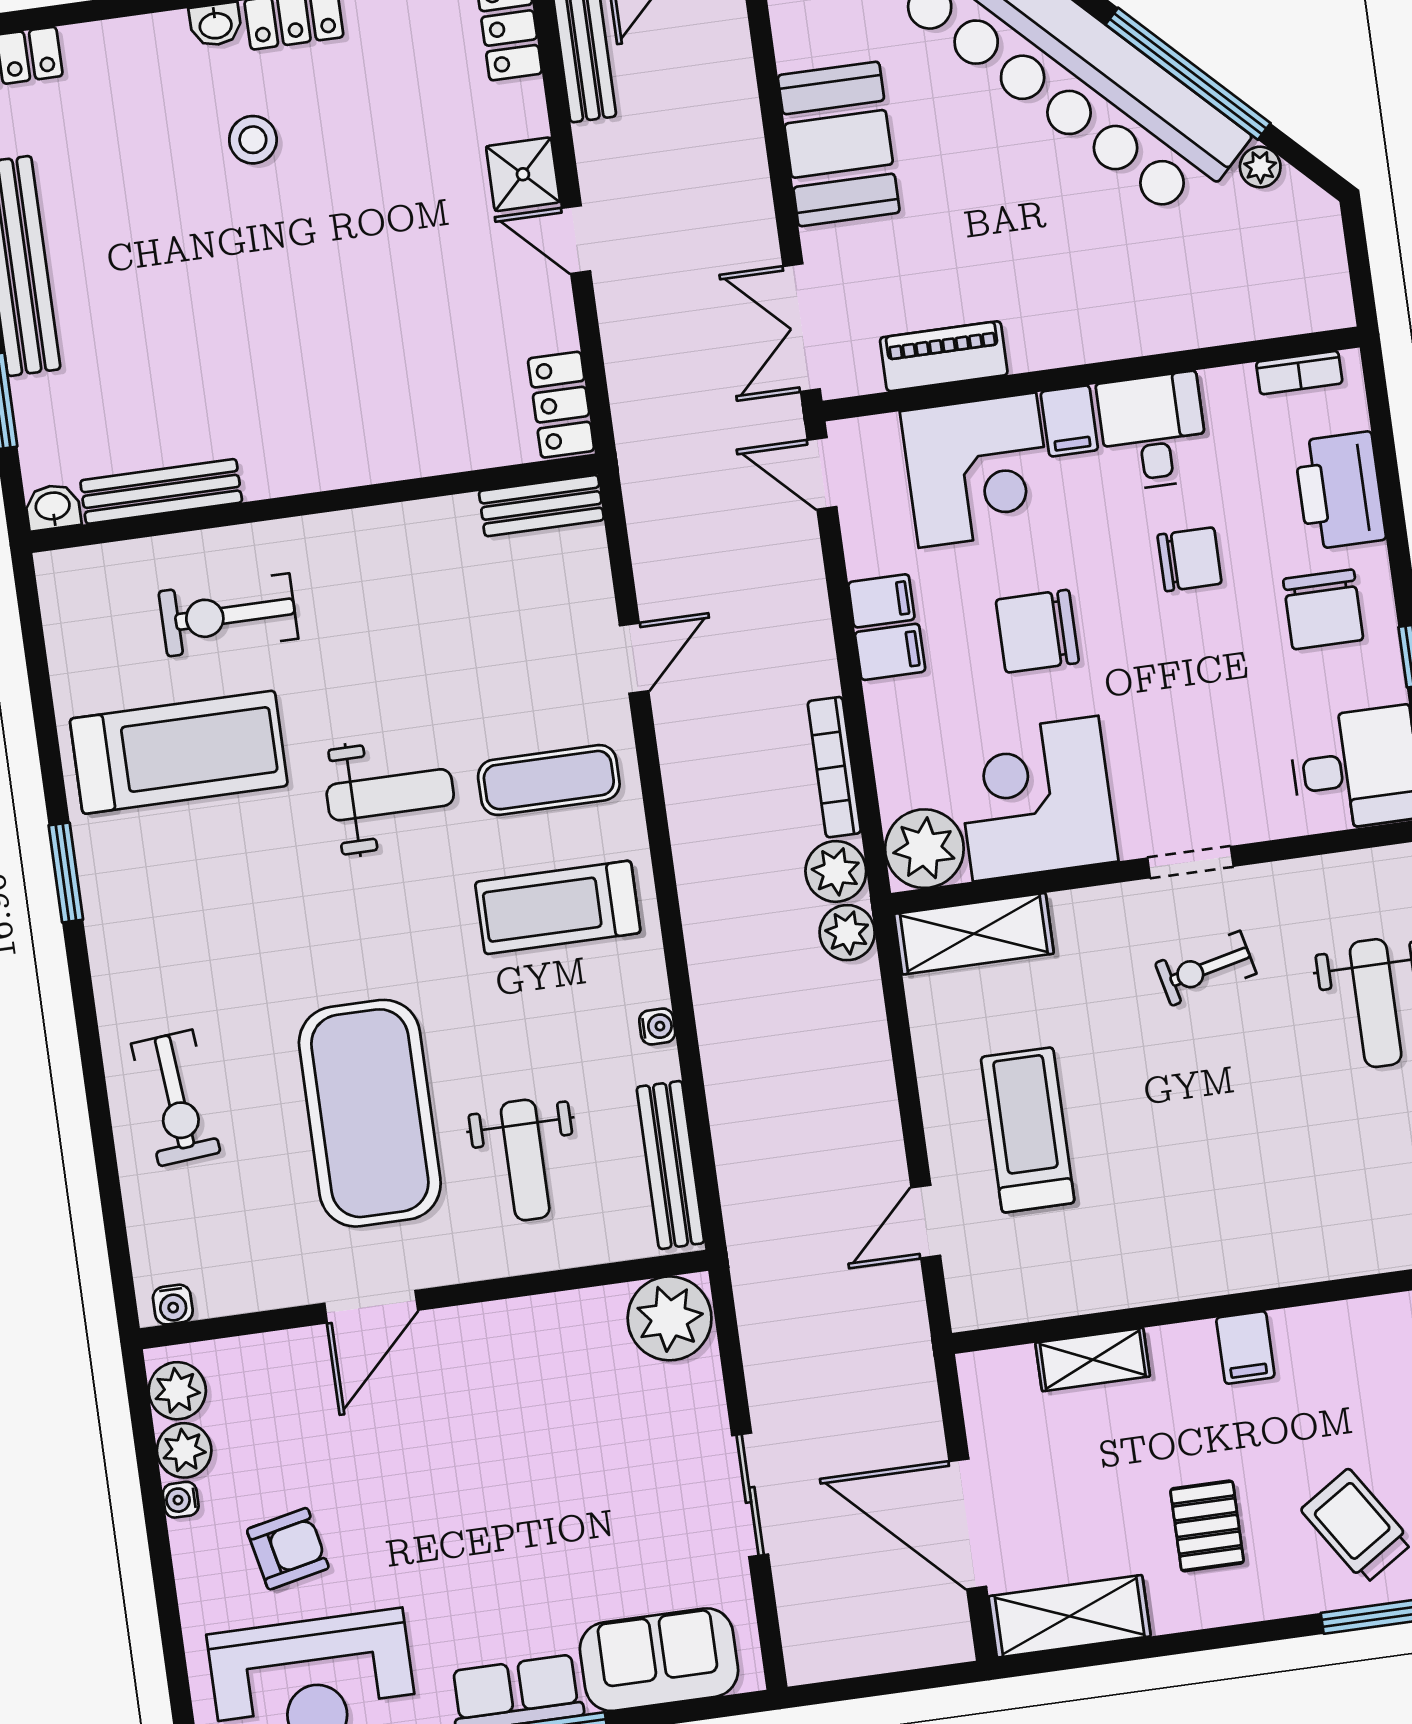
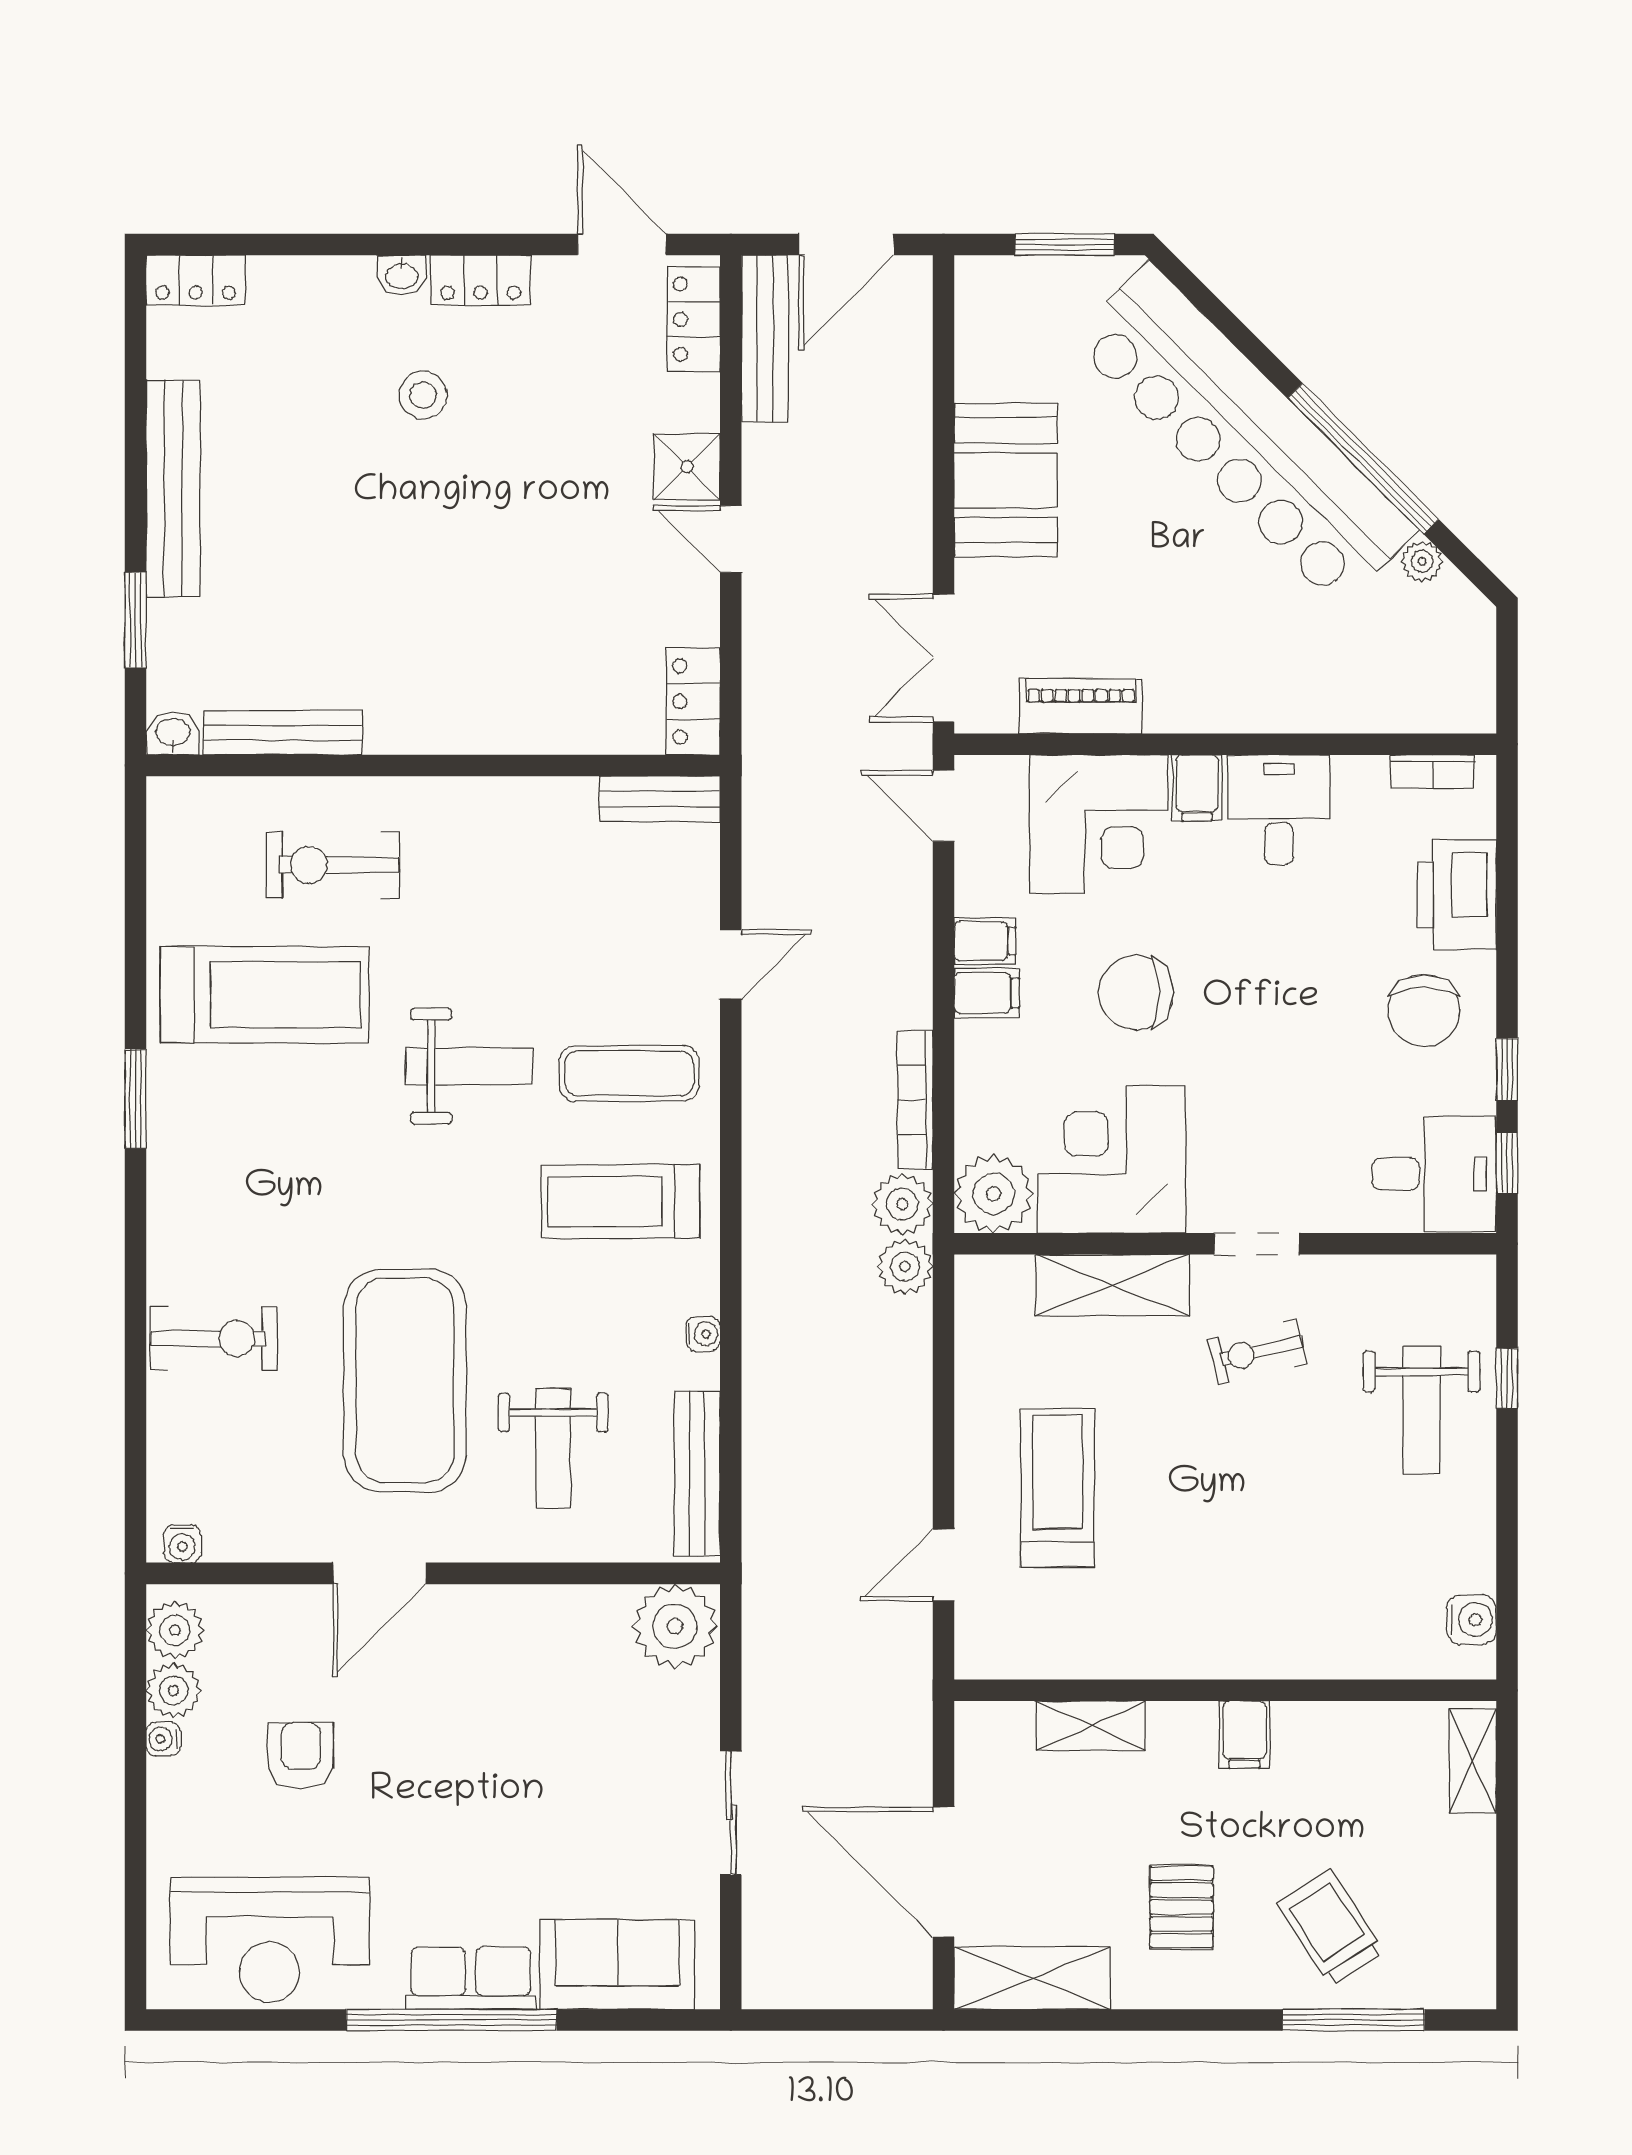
chair: (1190, 559) -> (1298, 942), removed
shelving: (974, 934) -> (1112, 1285), moved
exercise bike: (176, 1098) -> (214, 1339), turned -85
armchair: (288, 1549) -> (301, 1755), moved, turned -78

